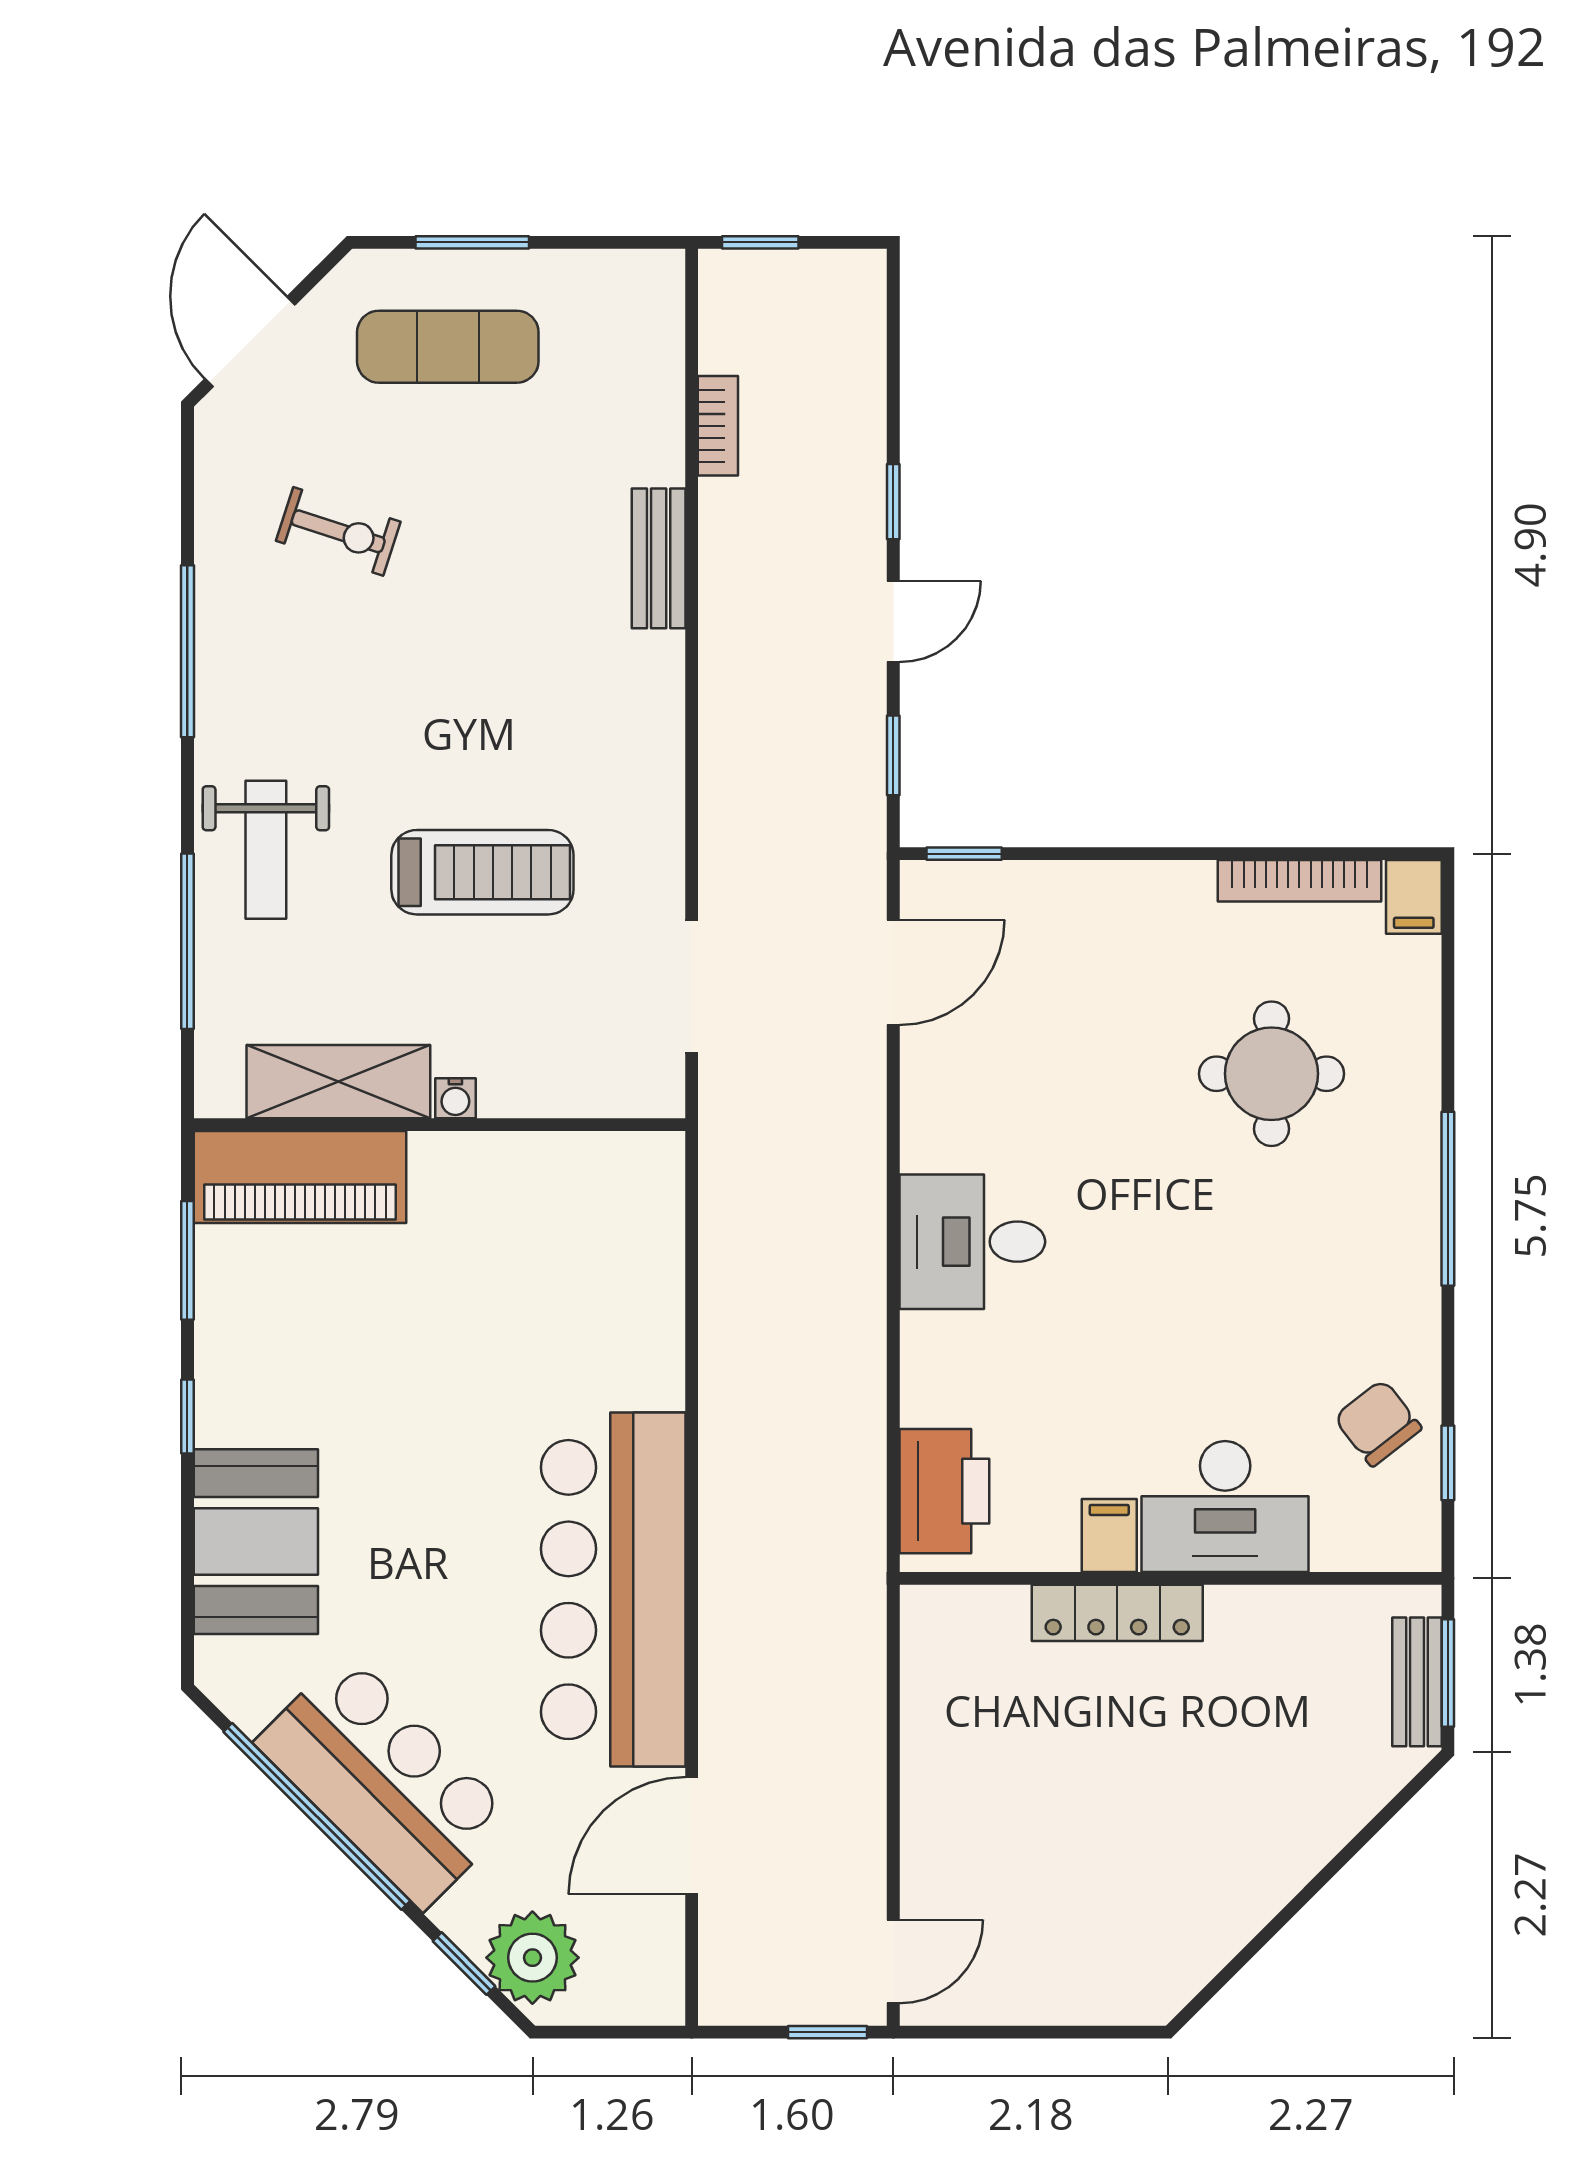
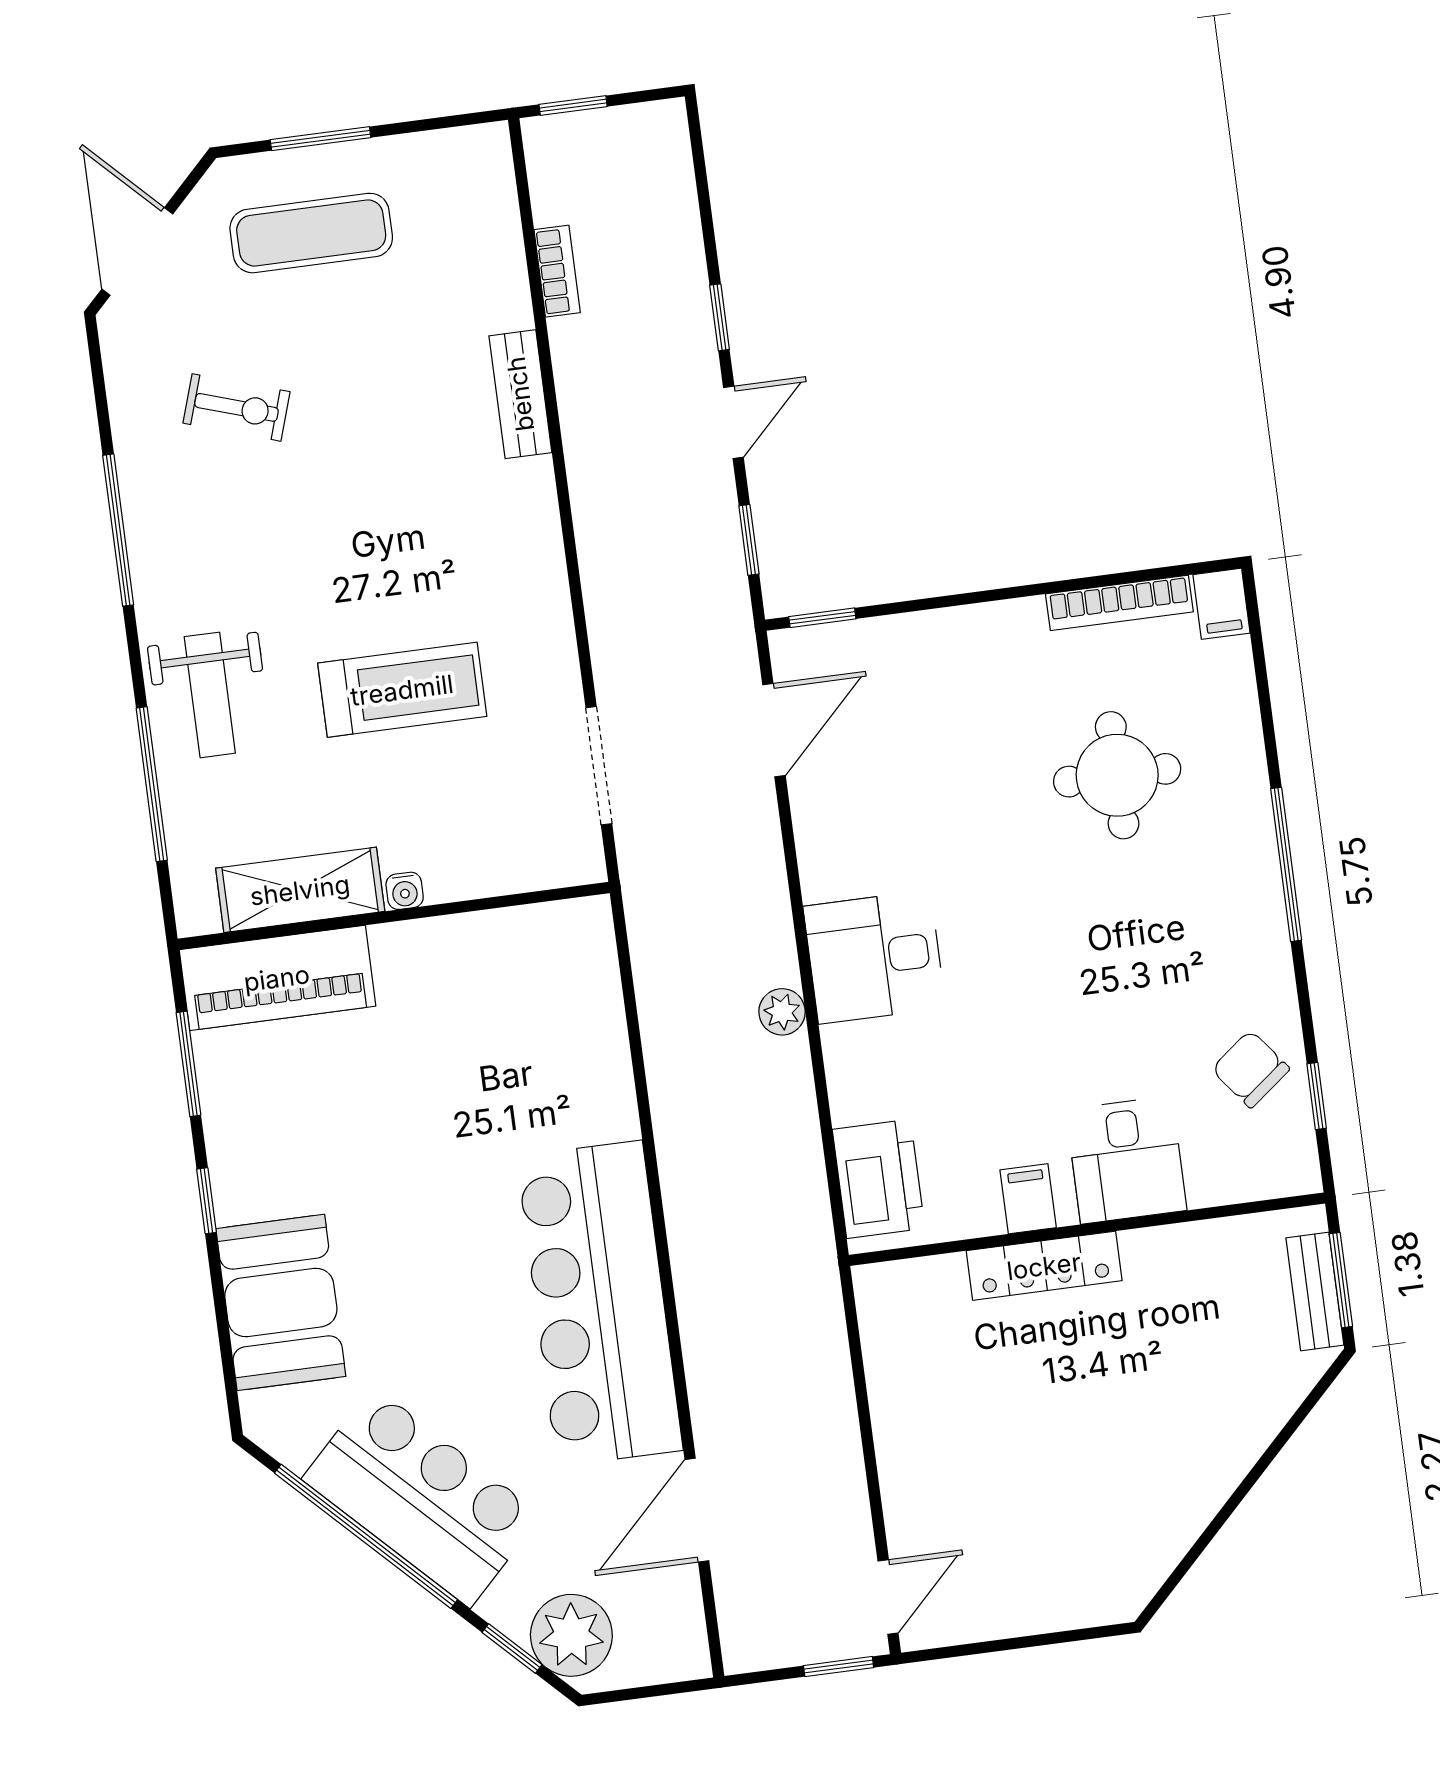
plant: (861, 1290) -> (782, 1012), added
desk: (1225, 1506) -> (1126, 1160), width x0.73

